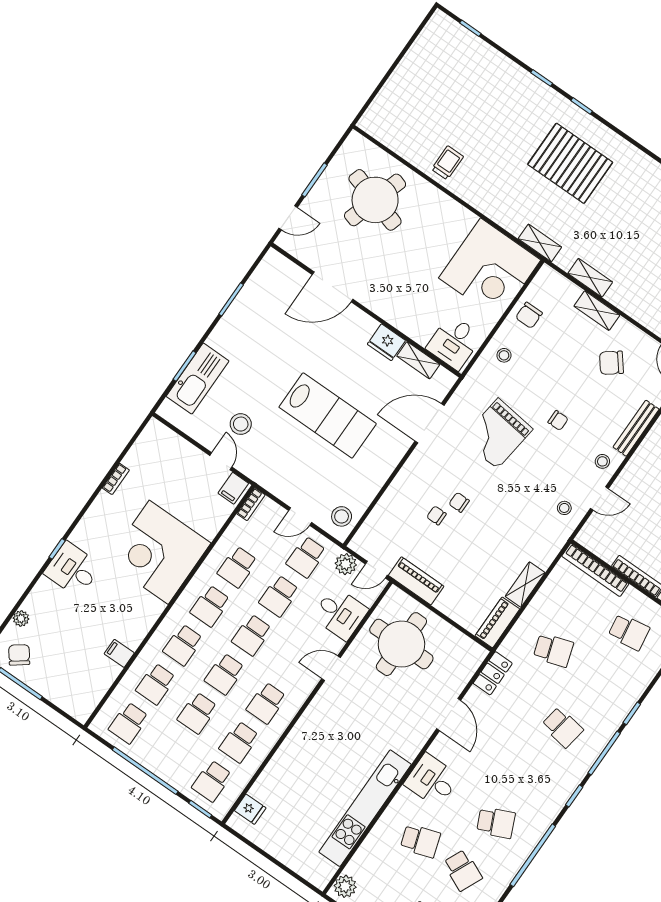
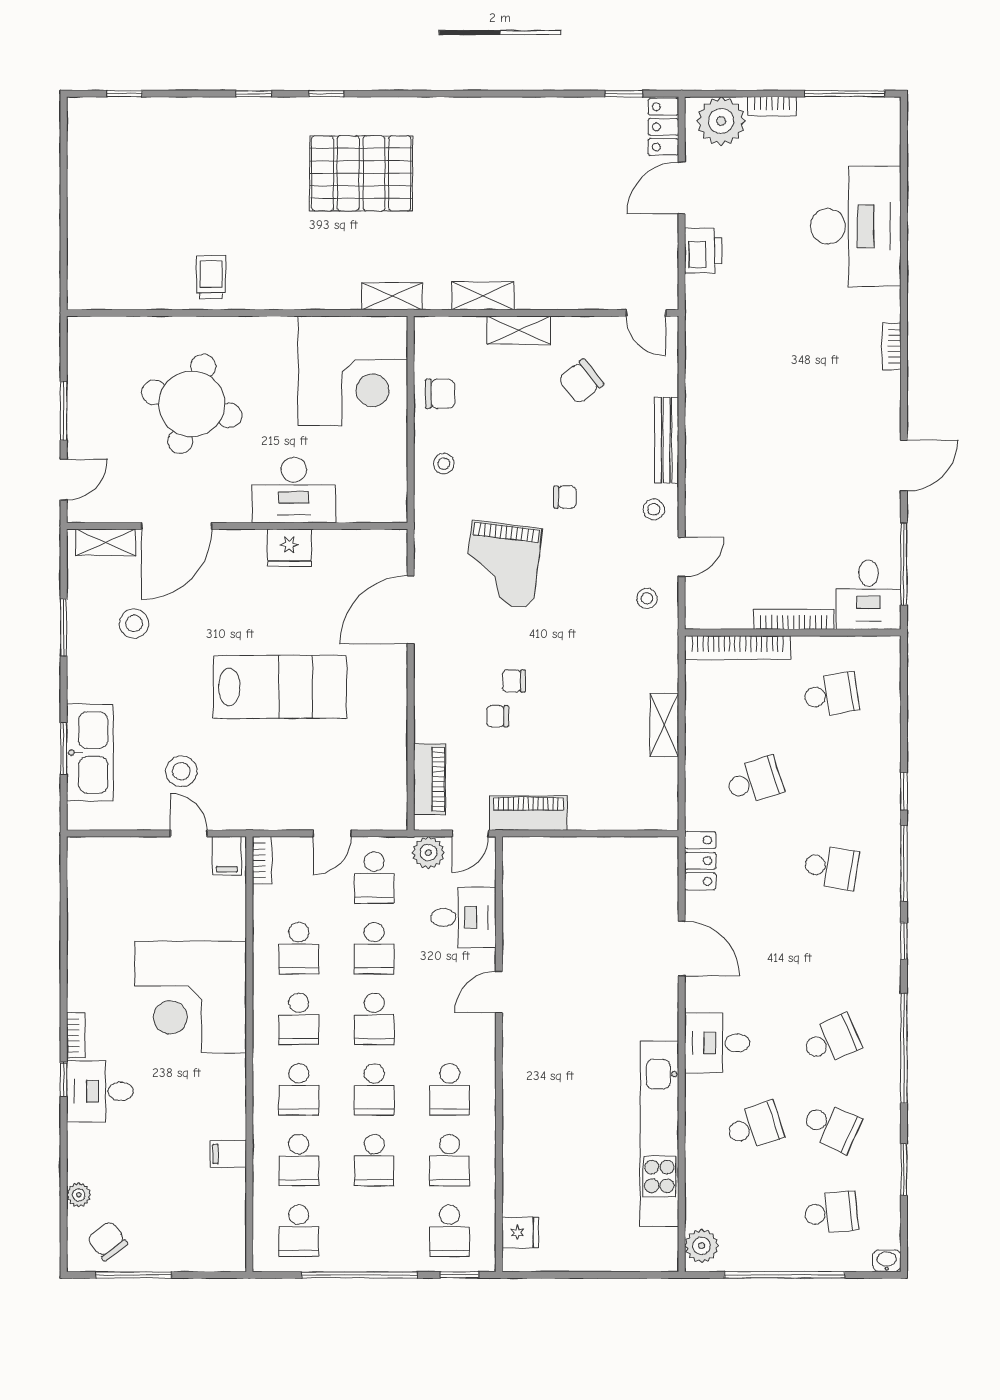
round table: (375, 200) -> (192, 404), moved
chair: (529, 315) -> (440, 394), turned -90
desk: (454, 342) -> (294, 490), moved, width x1.37
shelving: (418, 360) -> (106, 542), moved
bookcase: (116, 479) -> (76, 1035), moved
stool: (342, 516) -> (134, 623), moved
piano: (497, 622) -> (430, 779), moved, turned 180
round table: (401, 644) -> (564, 903), removed

